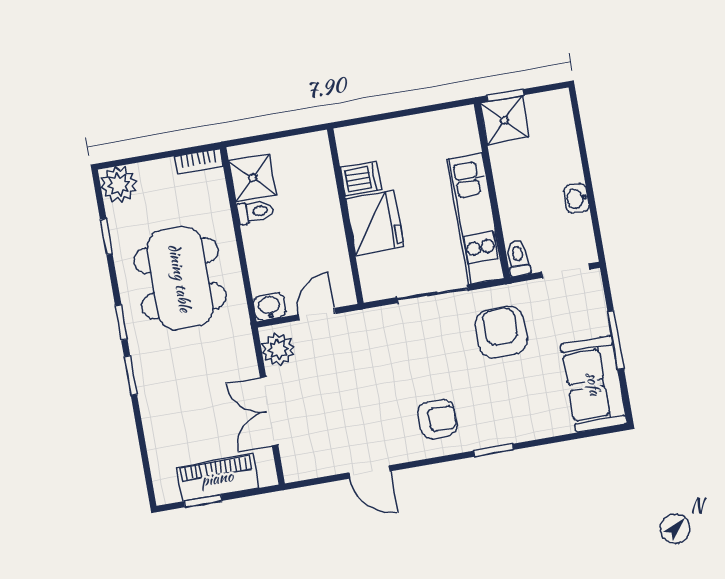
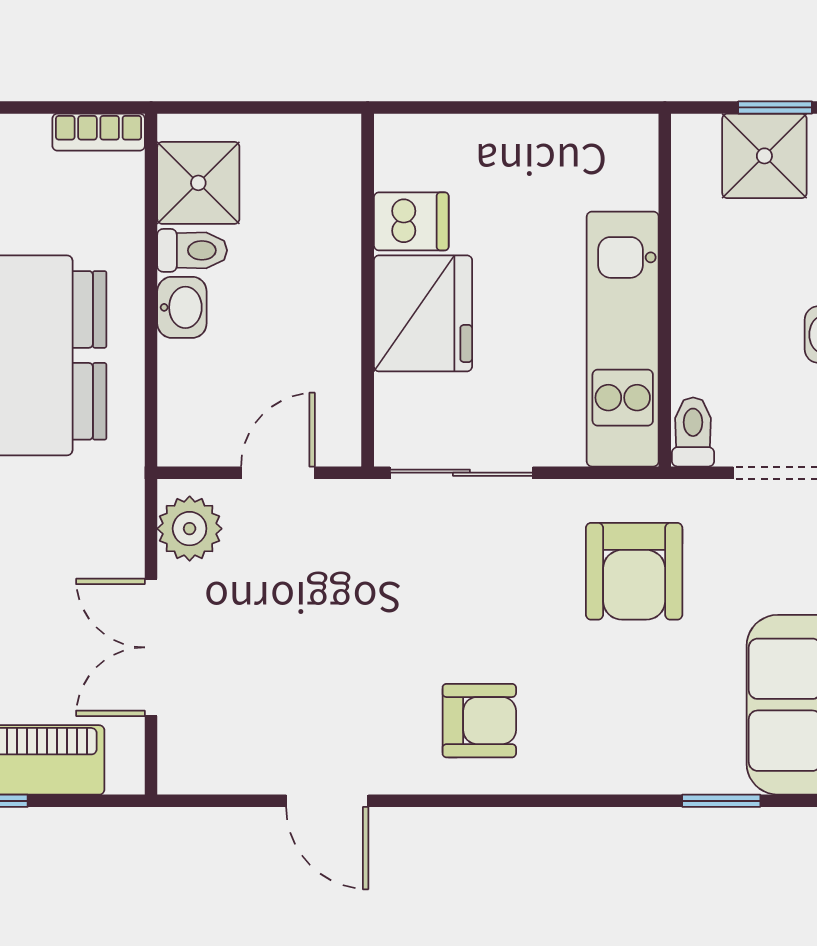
window: (505, 95) -> (775, 107), moved
shower: (504, 120) -> (764, 156), moved
sliding door: (433, 294) -> (461, 473), moved
washbasin: (270, 307) -> (182, 307), moved, turned 90
armchair: (501, 332) -> (634, 571), turned 180
window: (494, 450) -> (721, 801), moved

